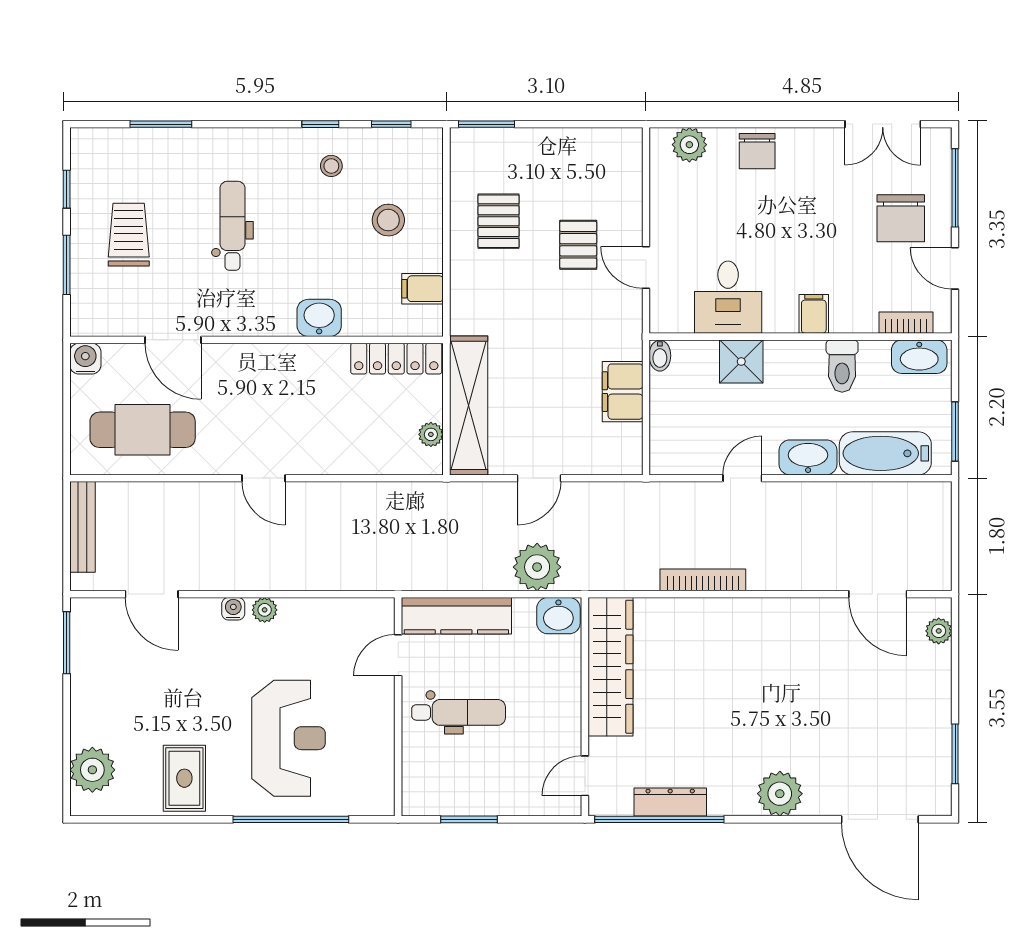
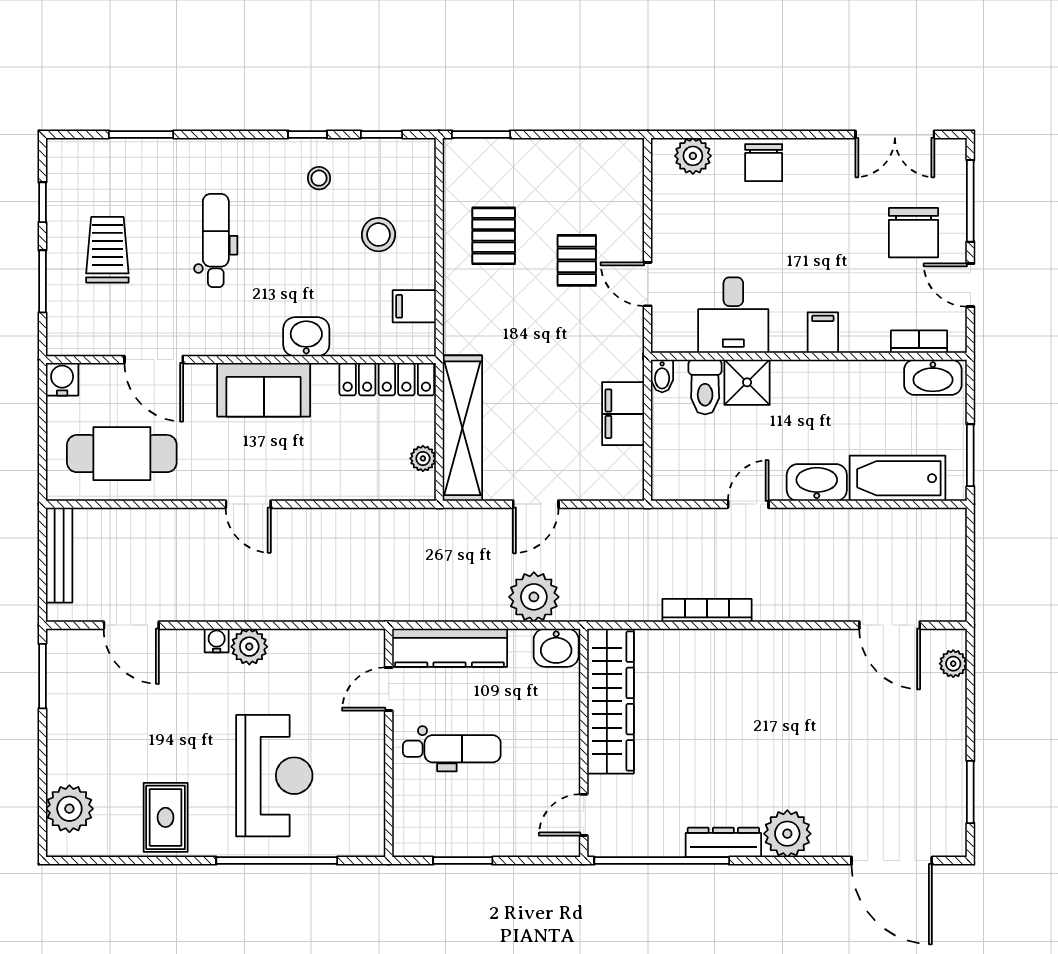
toilet: (842, 366) -> (705, 387), moved
sofa: (278, 369) -> (264, 390), added
plant: (265, 610) -> (249, 647), width x1.38, depth x1.38
dresser: (670, 802) -> (723, 842), moved

